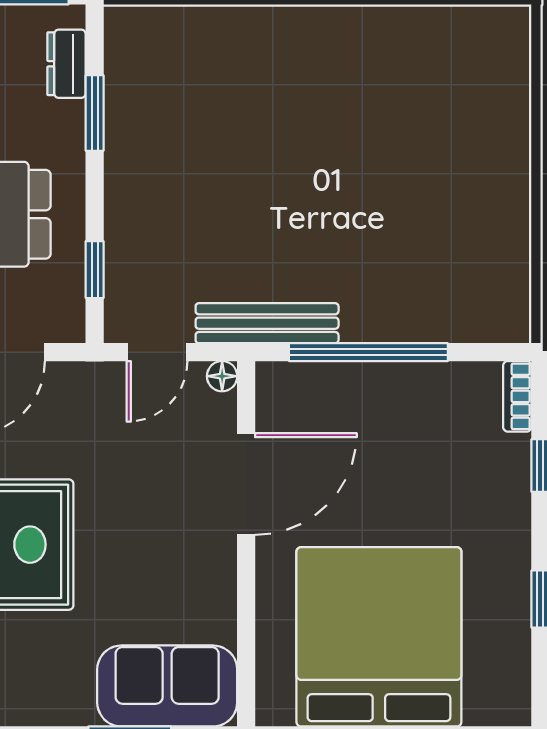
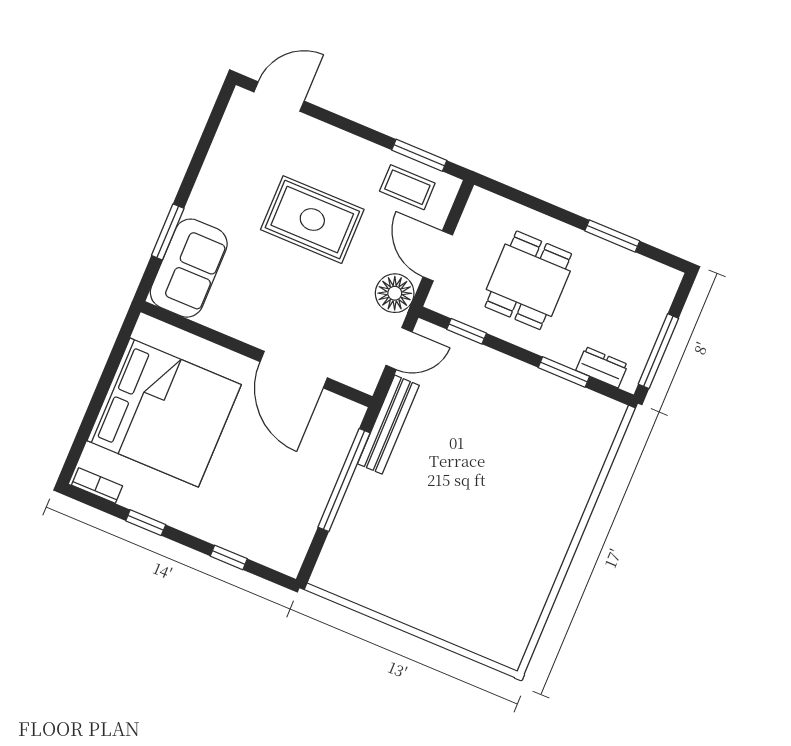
door: (157, 352) -> (399, 349), swing flipped
floor lamp: (222, 376) -> (395, 293), moved, width x1.89, depth x1.89
bookcase: (517, 396) -> (97, 485), moved

